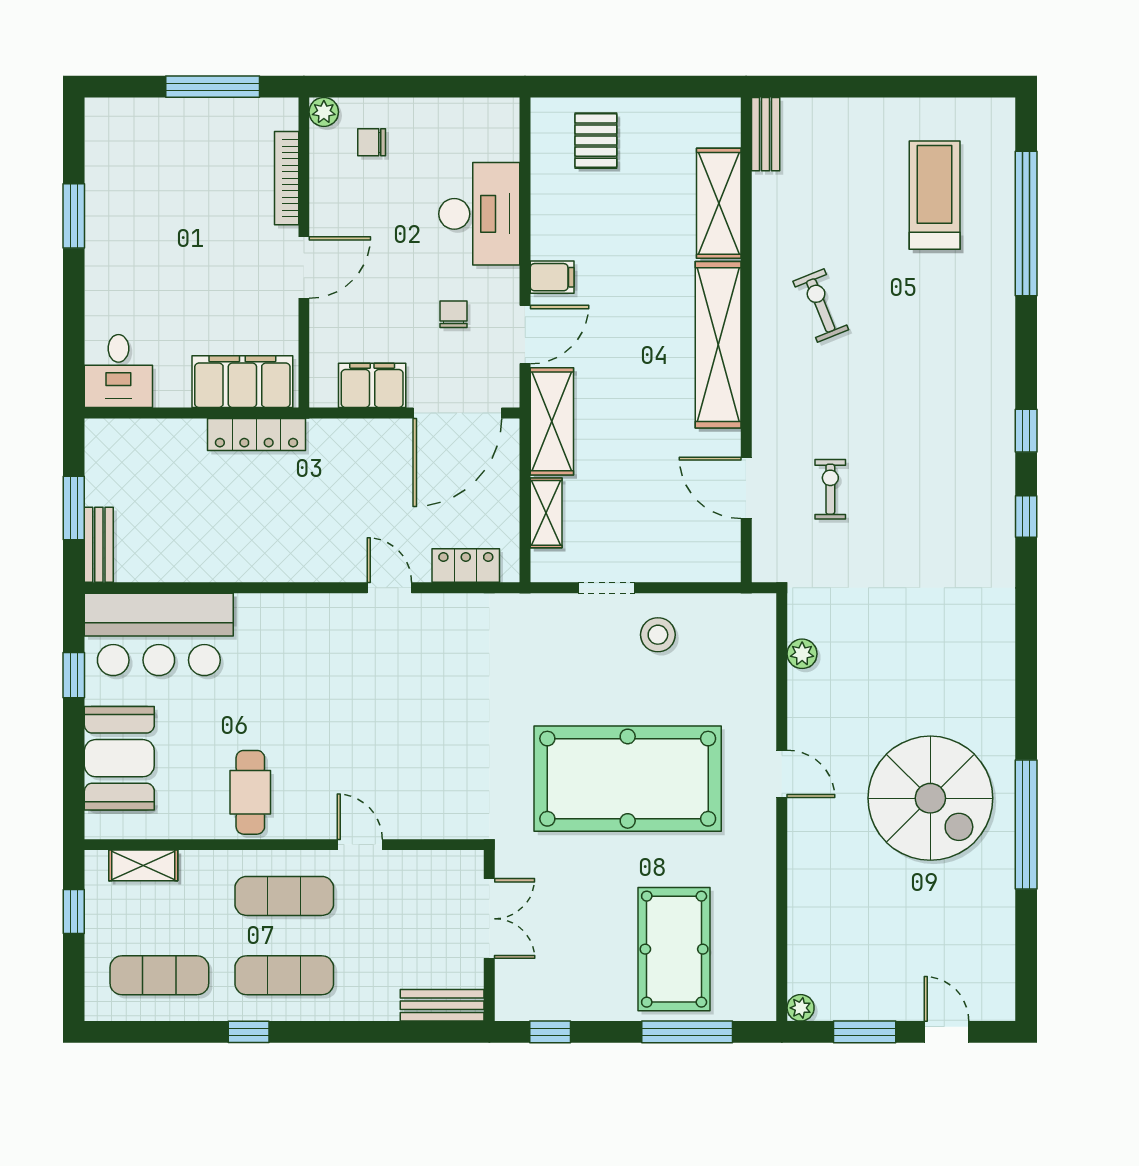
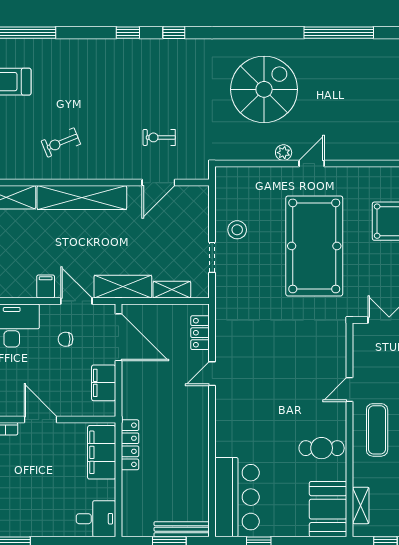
bench: (99, 545) -> (182, 529), width x1.36
plant: (802, 654) -> (284, 153), moved
booth: (119, 758) -> (328, 509), moved, turned 90
spiral stairs: (930, 798) -> (264, 89), moved

